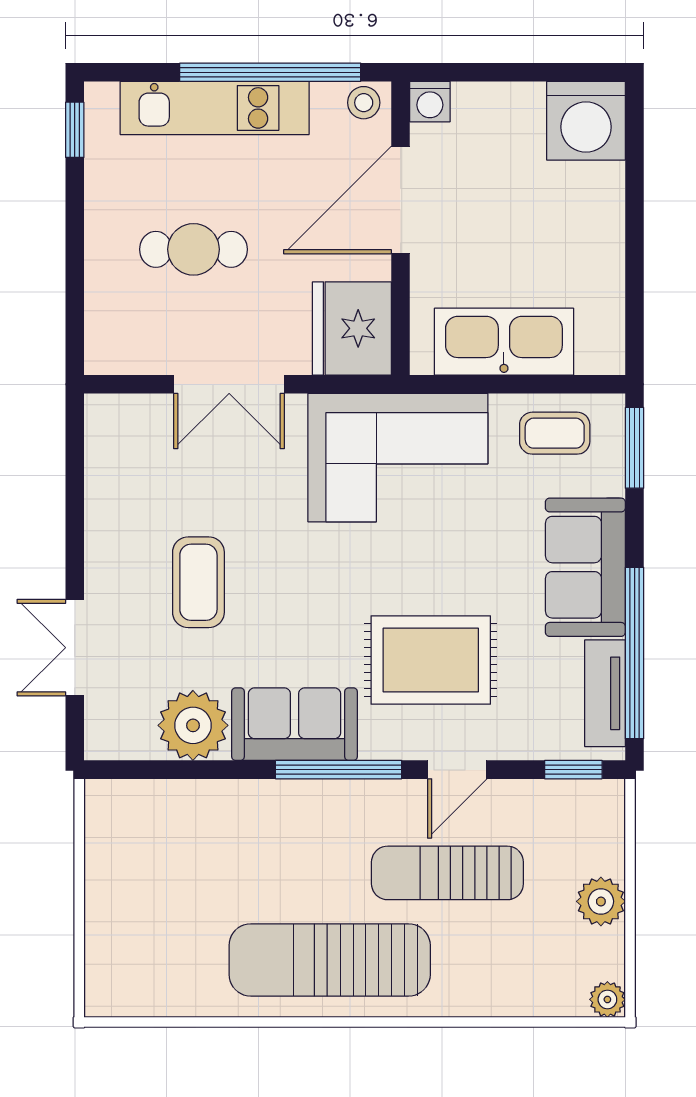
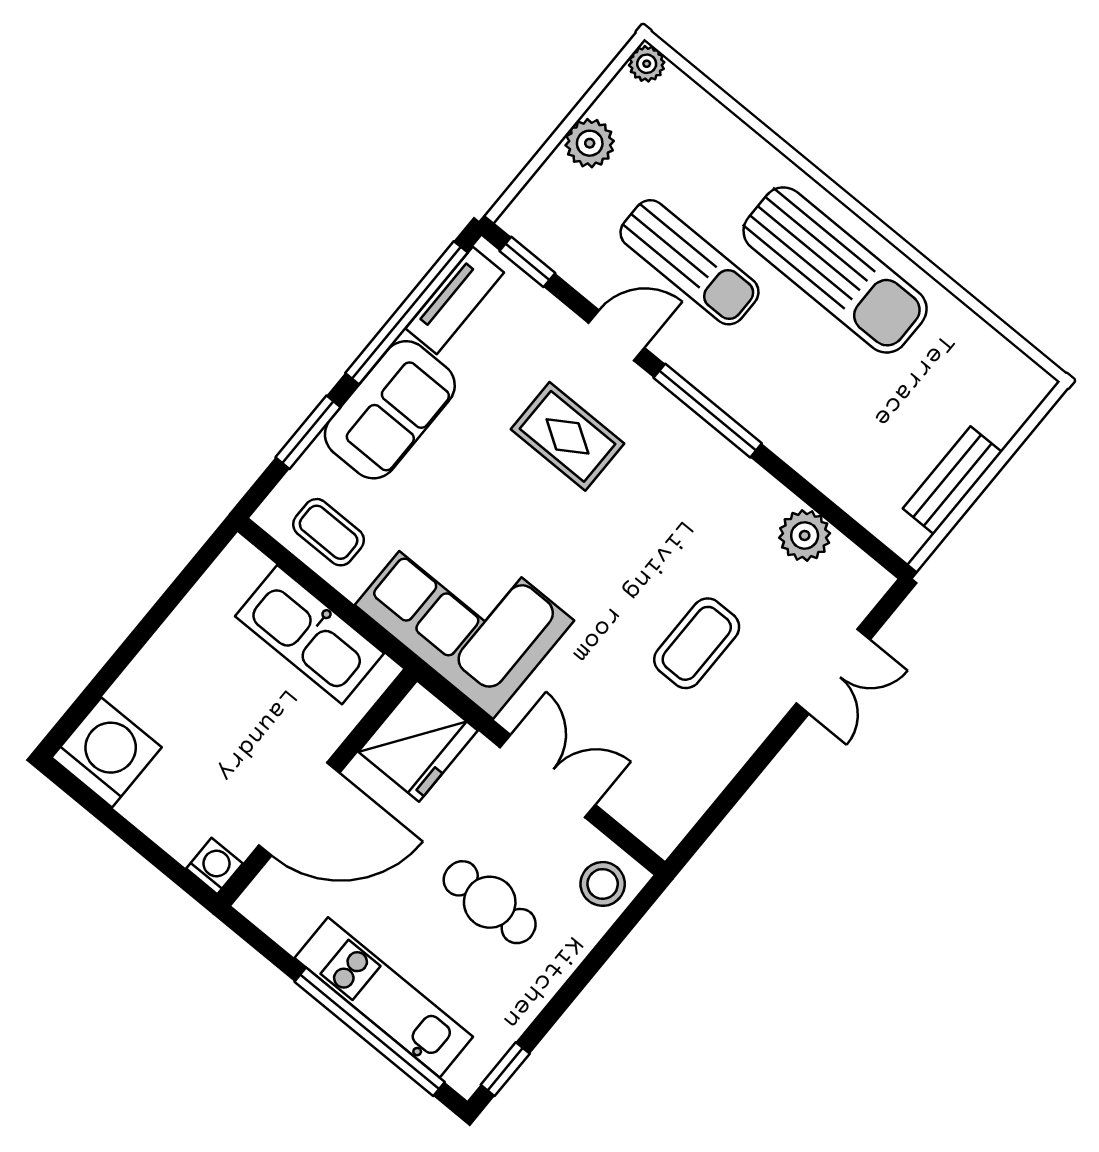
window: (270, 72) -> (370, 1032), moved
stool: (364, 103) -> (603, 884), moved, width x1.37, depth x1.37
window: (635, 448) -> (308, 432), moved
rug: (431, 660) -> (567, 436), width x0.73, depth x0.70
sofa: (294, 724) -> (713, 473), removed
plant: (193, 725) -> (805, 536), width x0.73, depth x0.73
bench: (104, 872) -> (952, 480), added

